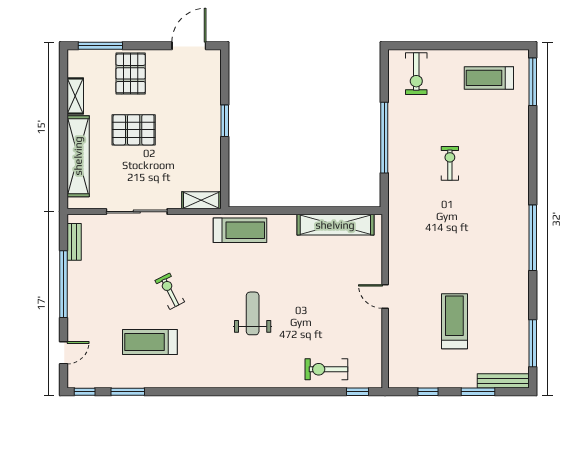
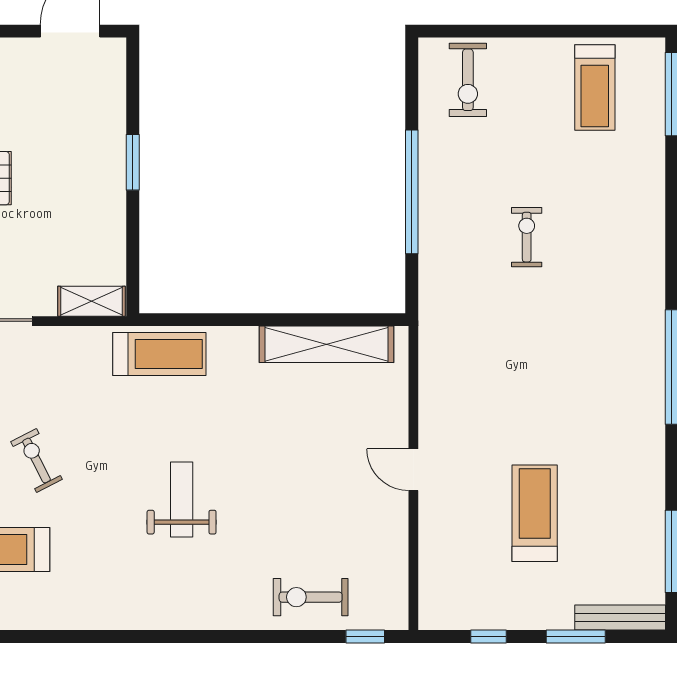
treadmill: (489, 78) -> (595, 87), turned -90

